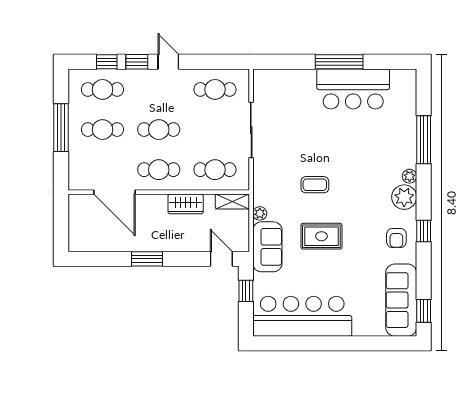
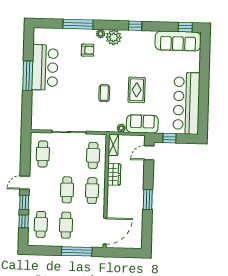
window: (61, 128) -> (77, 251), moved
door: (114, 192) -> (105, 231), moved
armchair: (396, 238) -> (88, 50), moved

